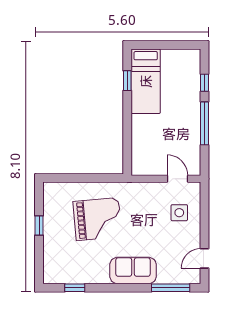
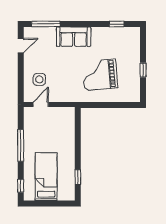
bed: (146, 81) -> (46, 177), moved
window: (205, 83) -> (21, 186), moved
door: (177, 179) -> (41, 105), swing flipped

